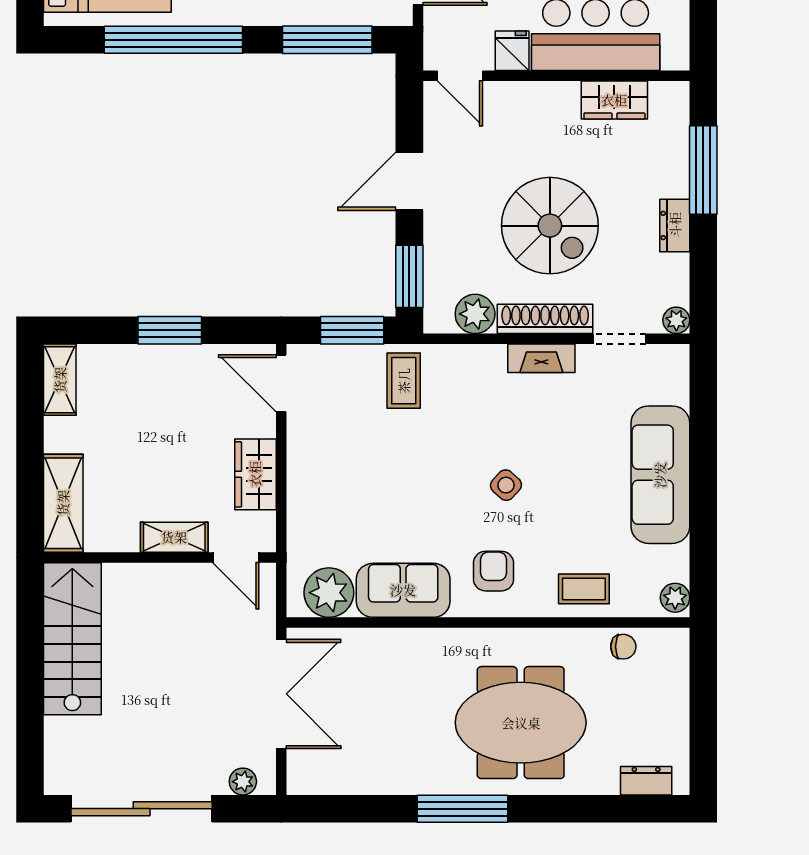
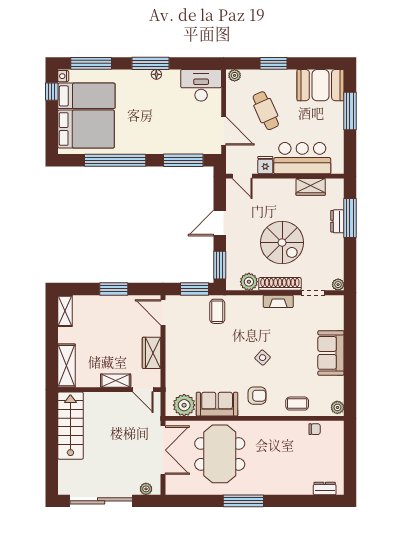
dresser: (675, 225) -> (337, 221), moved
sofa: (660, 475) -> (331, 353), width x0.73
armchair: (493, 571) -> (257, 396), turned 90
meeting table: (521, 723) -> (220, 454), moved, turned 90

